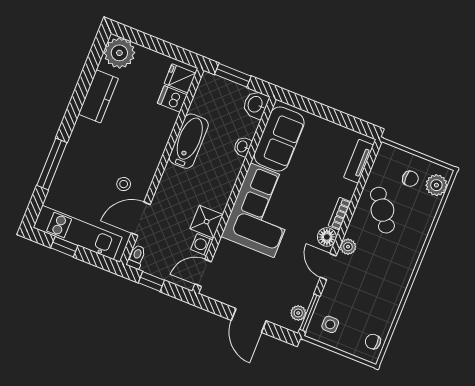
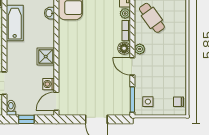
corner sofa: (262, 210) -> (77, 48), removed
shower: (207, 222) -> (46, 57), moved
plant: (298, 313) -> (125, 13), moved

